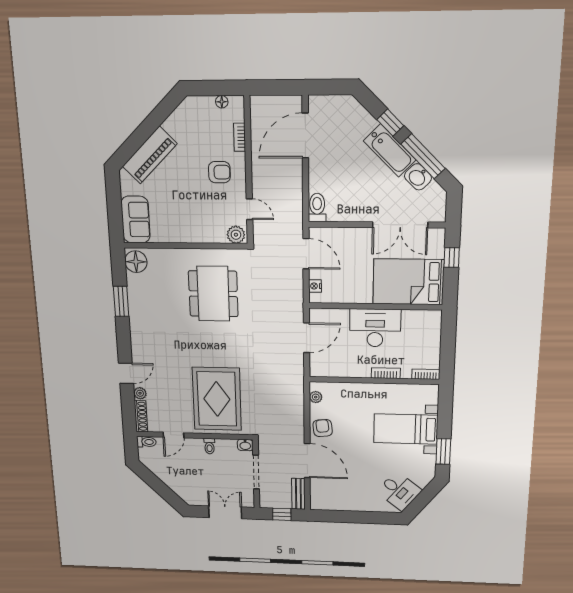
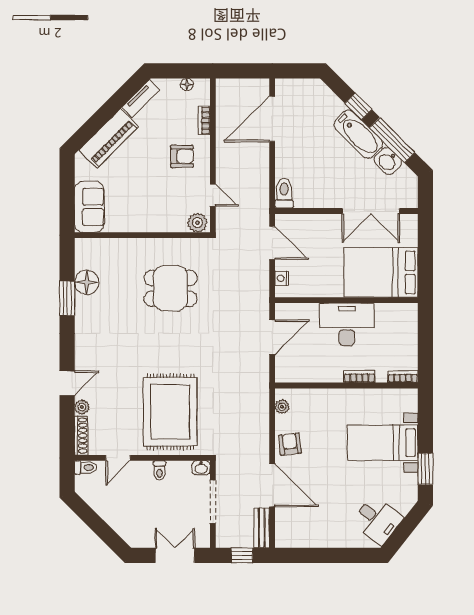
tv unit: (178, 116) -> (141, 99), added
window: (452, 258) -> (425, 246), removed
floor lamp: (136, 262) -> (87, 282), moved
dining table: (213, 294) -> (171, 288), width x0.73

